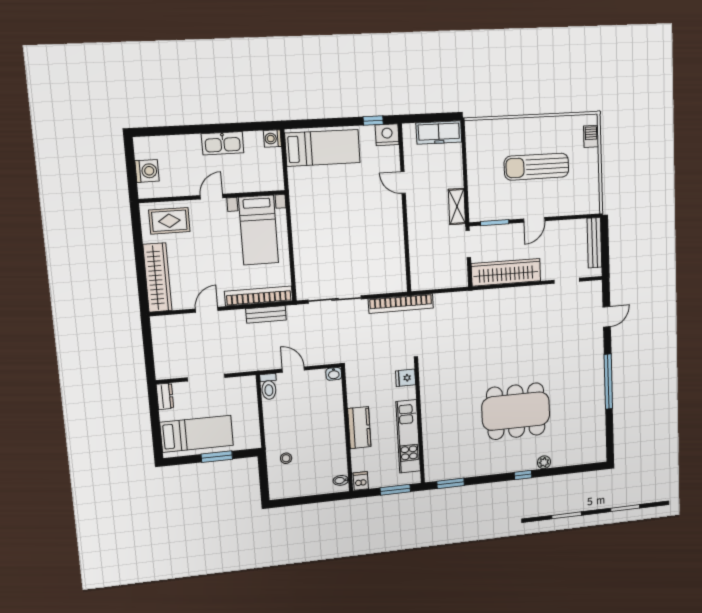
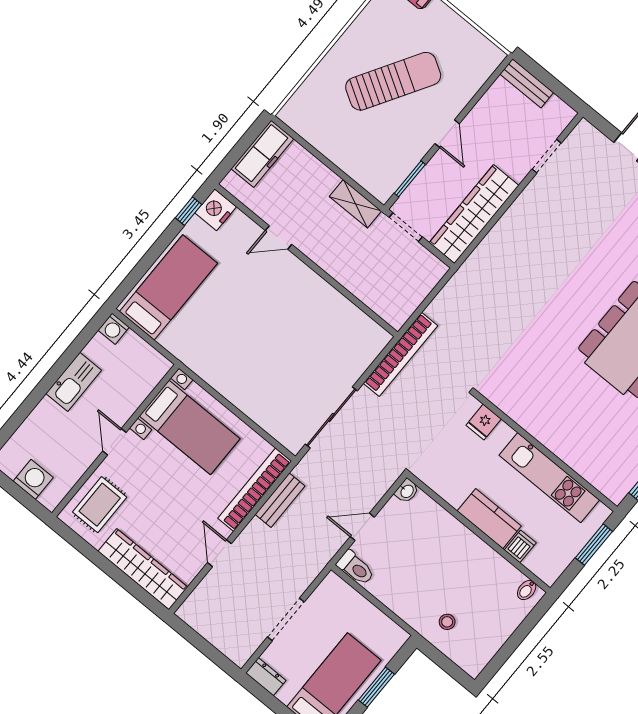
sun lounger: (536, 167) -> (393, 81), turned -149
bench: (594, 243) -> (527, 83), width x0.73
dishwasher: (361, 481) -> (520, 546), moved, turned 90

